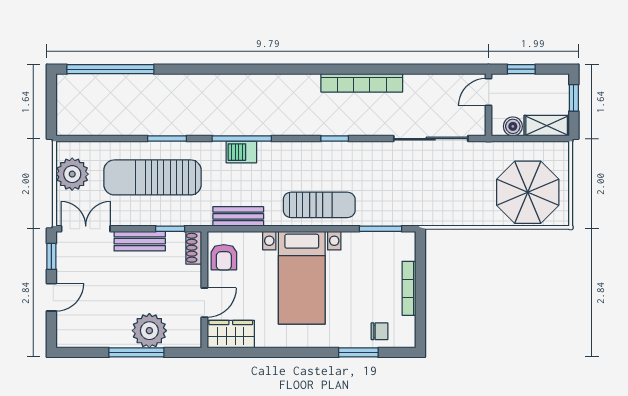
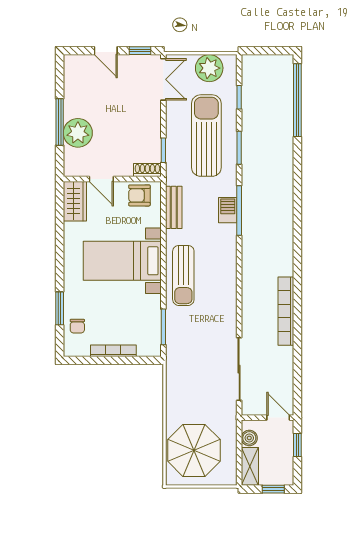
window: (335, 139) -> (239, 97), moved
bench: (140, 241) -> (153, 125), removed

